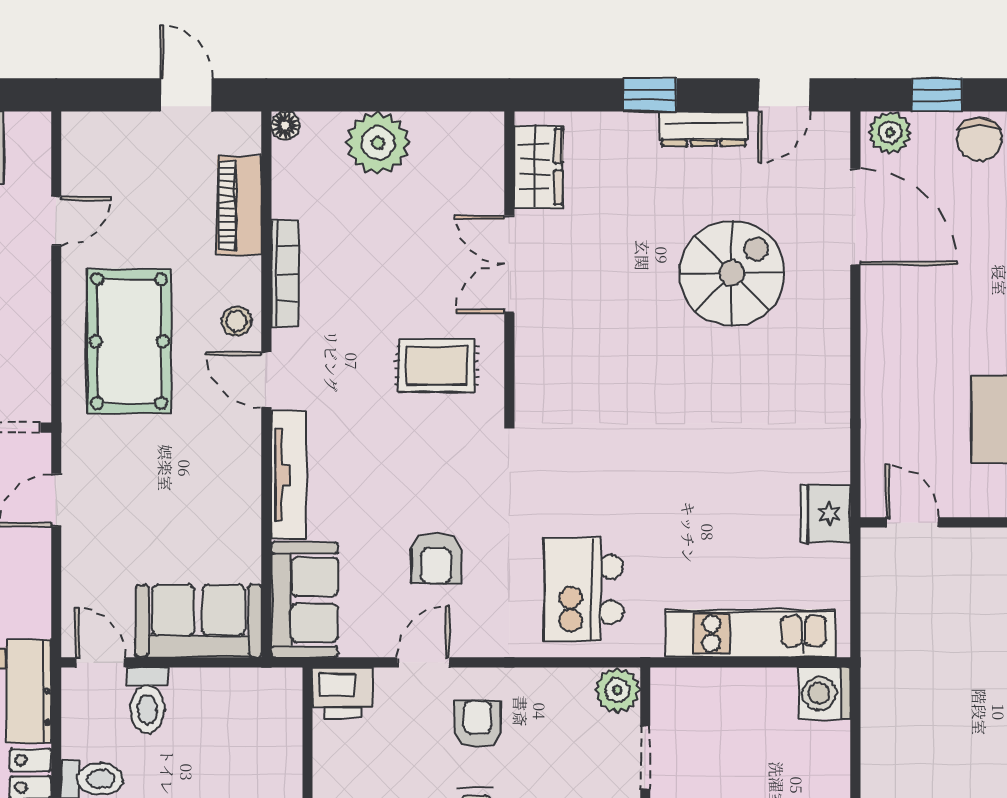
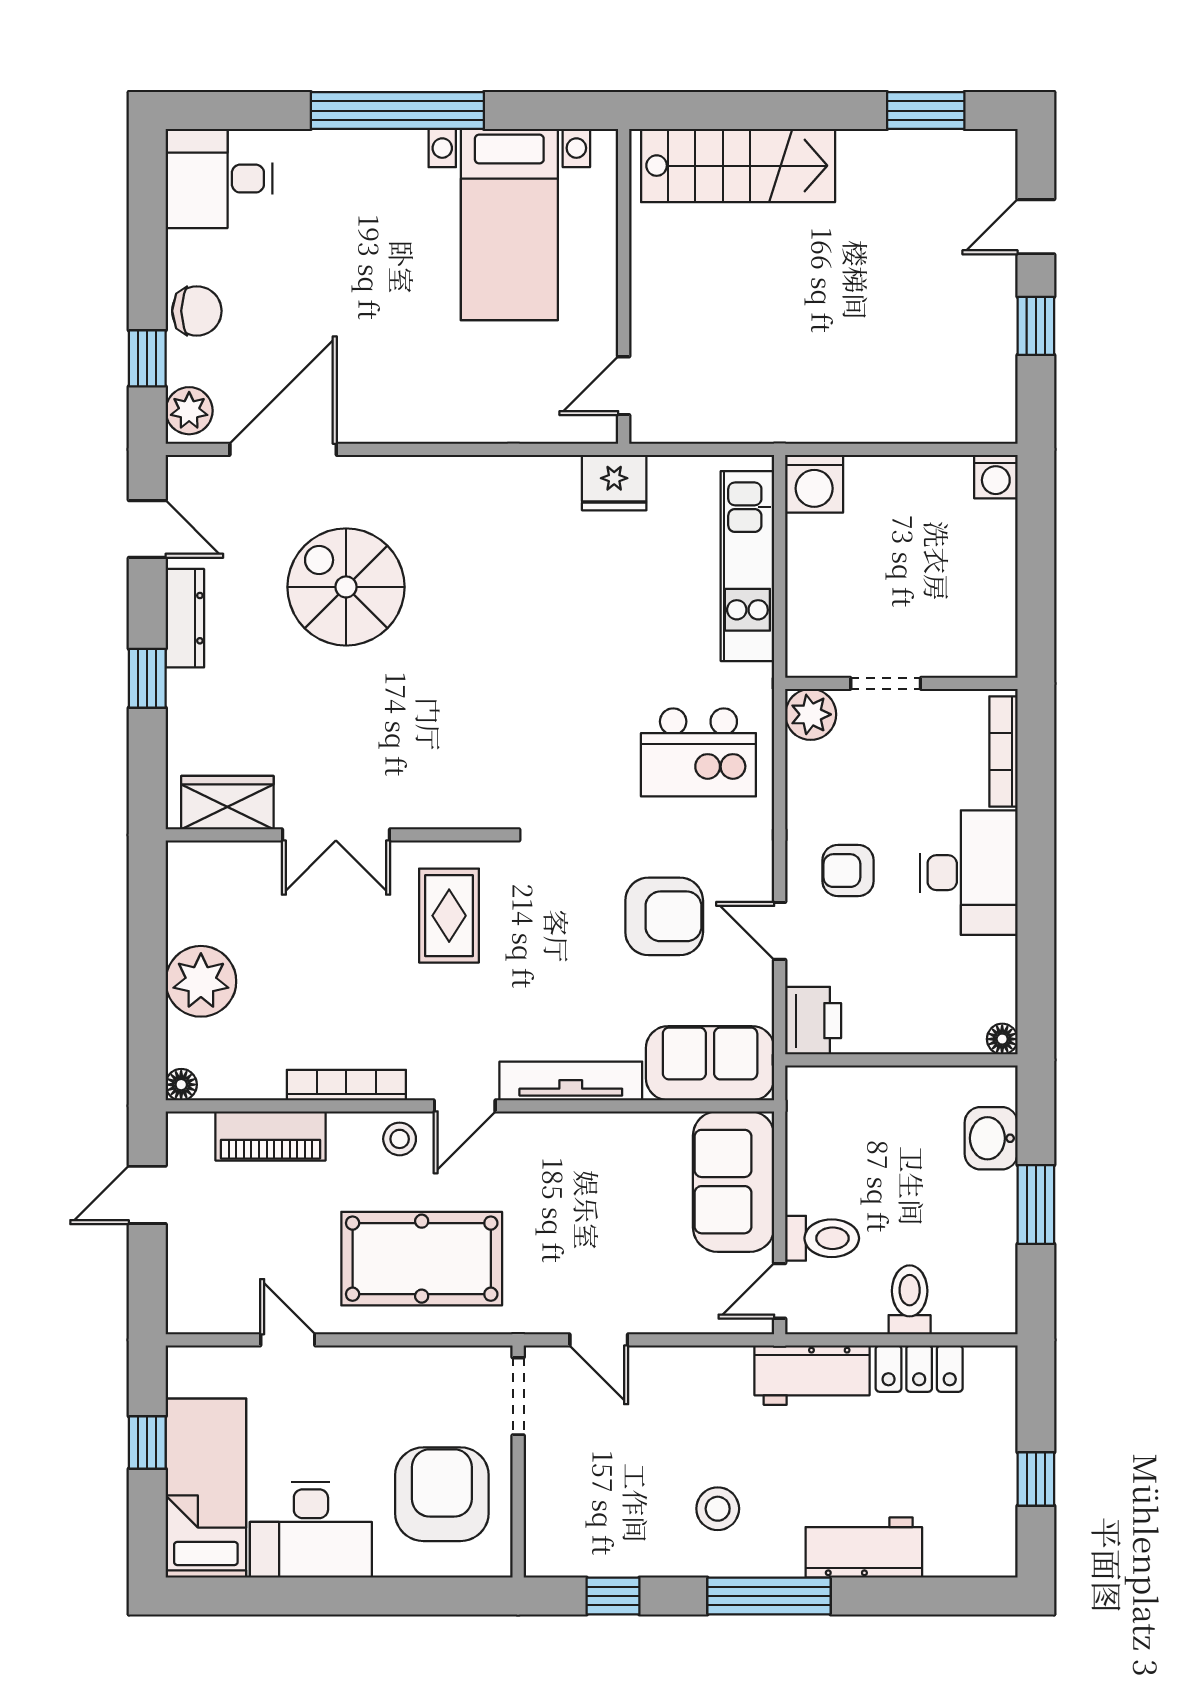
armchair: (436, 559) -> (664, 916), width x1.38, depth x1.38

